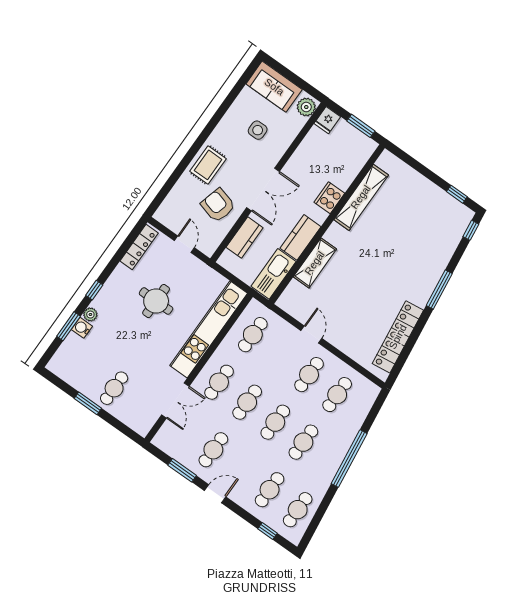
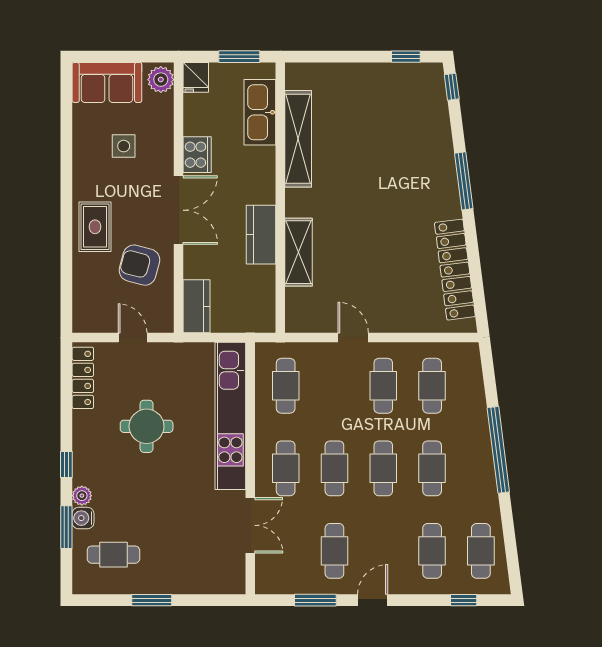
cooker: (329, 198) -> (197, 155), moved, turned 180
kitchen counter: (245, 238) -> (197, 306), moved
kitchen sink: (274, 274) -> (260, 112), moved
cafe table: (114, 388) -> (113, 555), moved, turned 90

